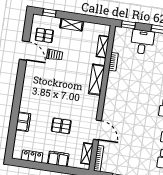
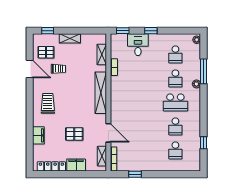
shelving: (97, 80) -> (101, 93), width x1.47
trolley: (38, 89) -> (48, 103), added
locker: (32, 156) -> (51, 166), width x1.53

